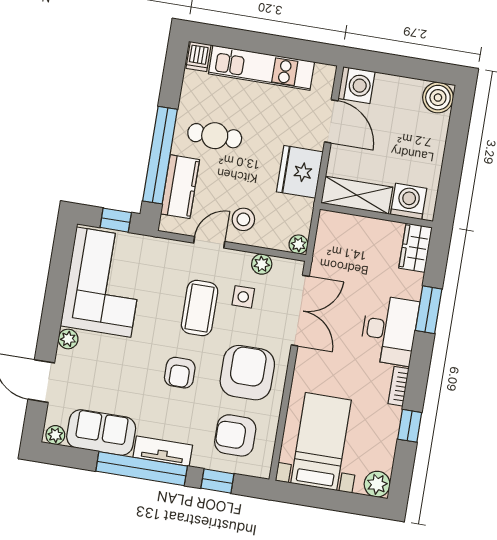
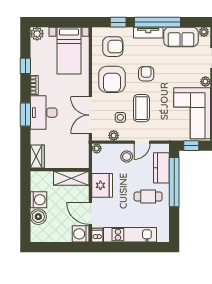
dishwasher: (198, 57) -> (97, 235), moved
boiler: (438, 98) -> (38, 217), moved
washing machine: (409, 201) -> (39, 200), moved, turned -90
window: (429, 310) -> (25, 114), moved

